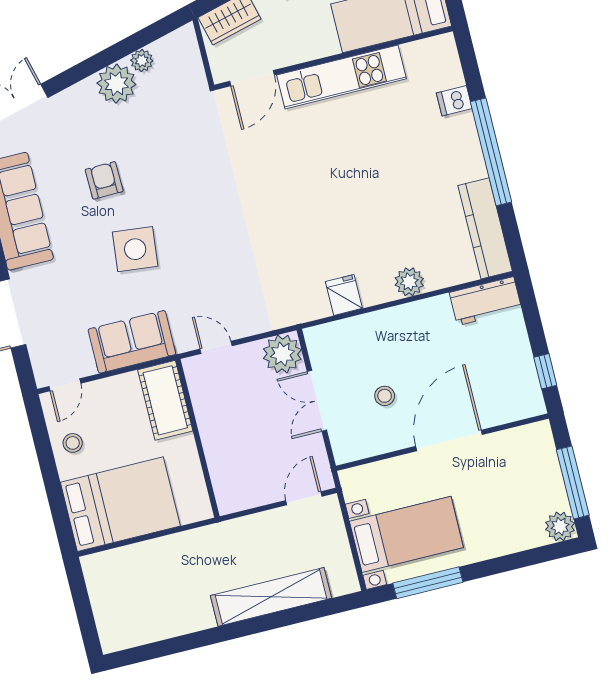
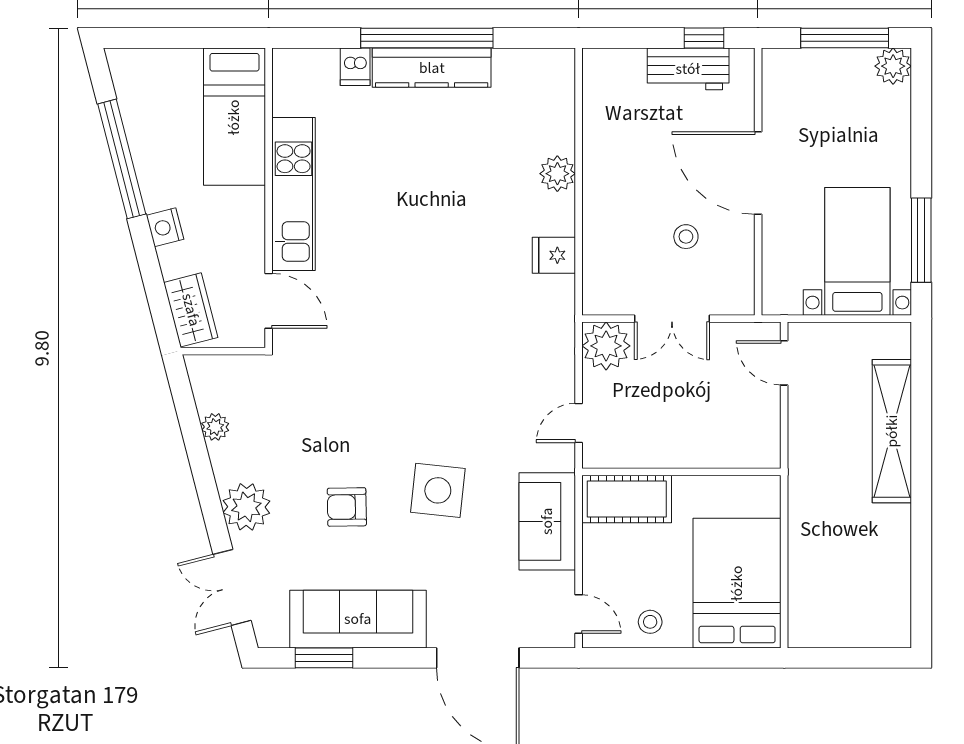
plant: (116, 84) -> (246, 507), moved
kitchen counter: (485, 228) -> (432, 68), moved
workbench: (485, 301) -> (688, 69), moved, turned 90

